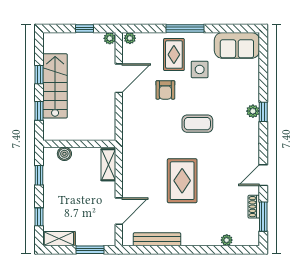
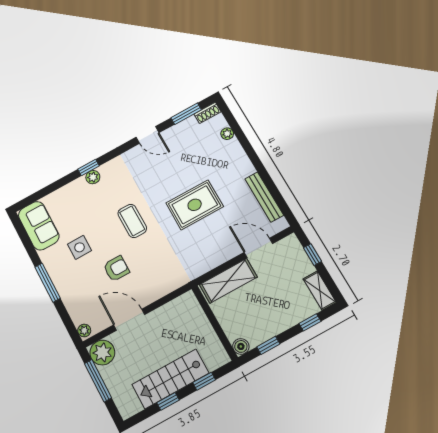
window: (84, 29) -> (98, 381), width x2.17
plant: (110, 38) -> (102, 353), width x1.88, depth x1.88
rug: (174, 55) -> (78, 279), removed
boiler: (64, 154) -> (241, 346), moved
shelving: (108, 165) -> (228, 281), width x1.50, depth x1.33
shoe rack: (254, 207) -> (207, 113), moved
window: (90, 250) -> (312, 254), width x0.67

